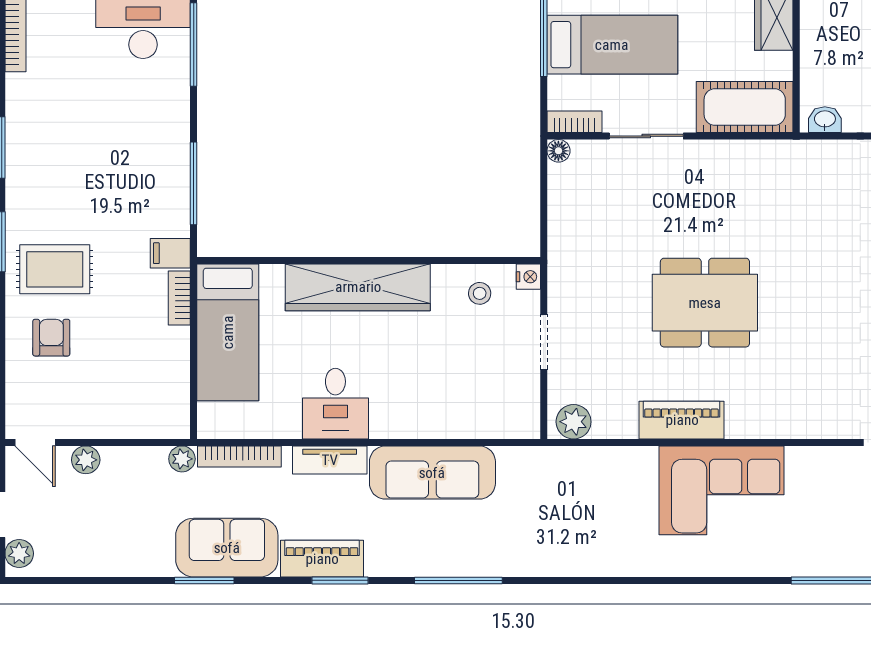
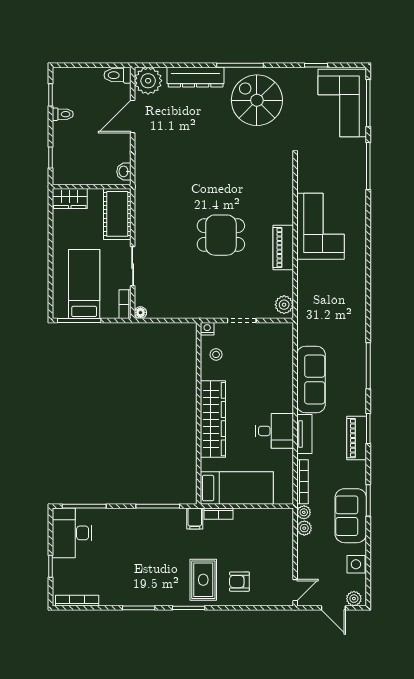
dining table: (705, 303) -> (221, 235), width x0.73
plant: (86, 460) -> (304, 528), moved
sofa: (227, 548) -> (351, 516), moved
side table: (84, 557) -> (356, 564), added

